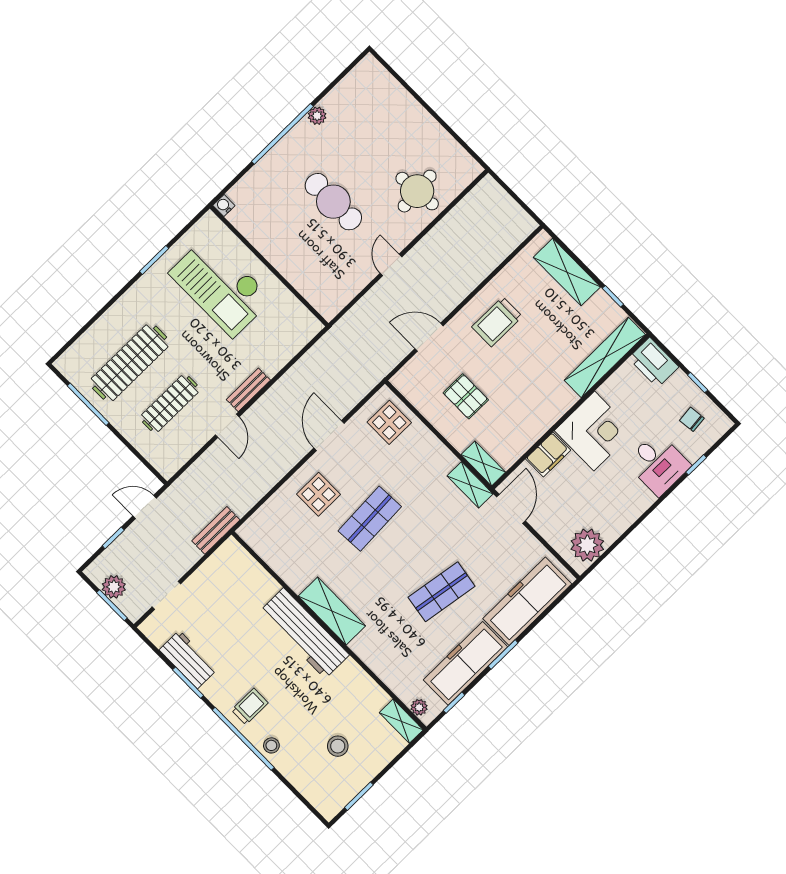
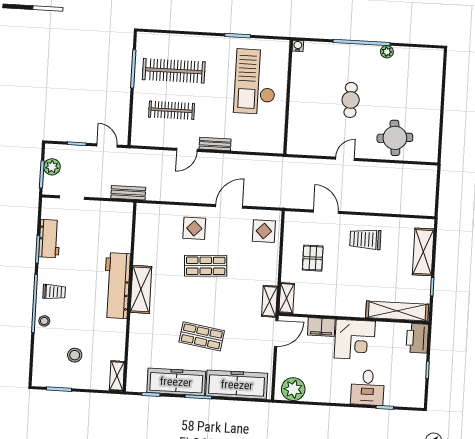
cafe table: (333, 202) -> (351, 100), width x0.73, depth x0.74
chair: (692, 419) -> (406, 384), removed
plant: (419, 707) -> (132, 379), removed

